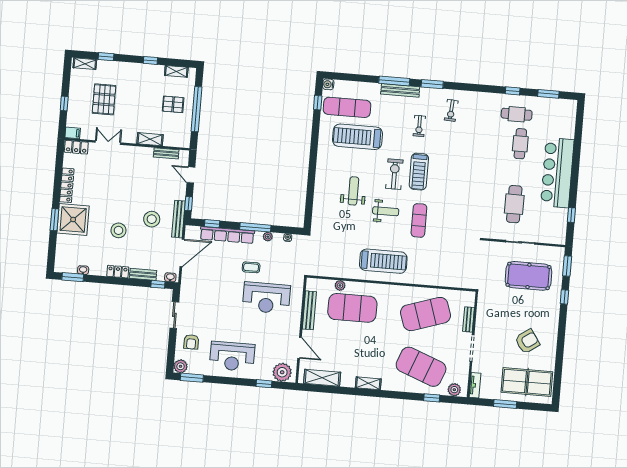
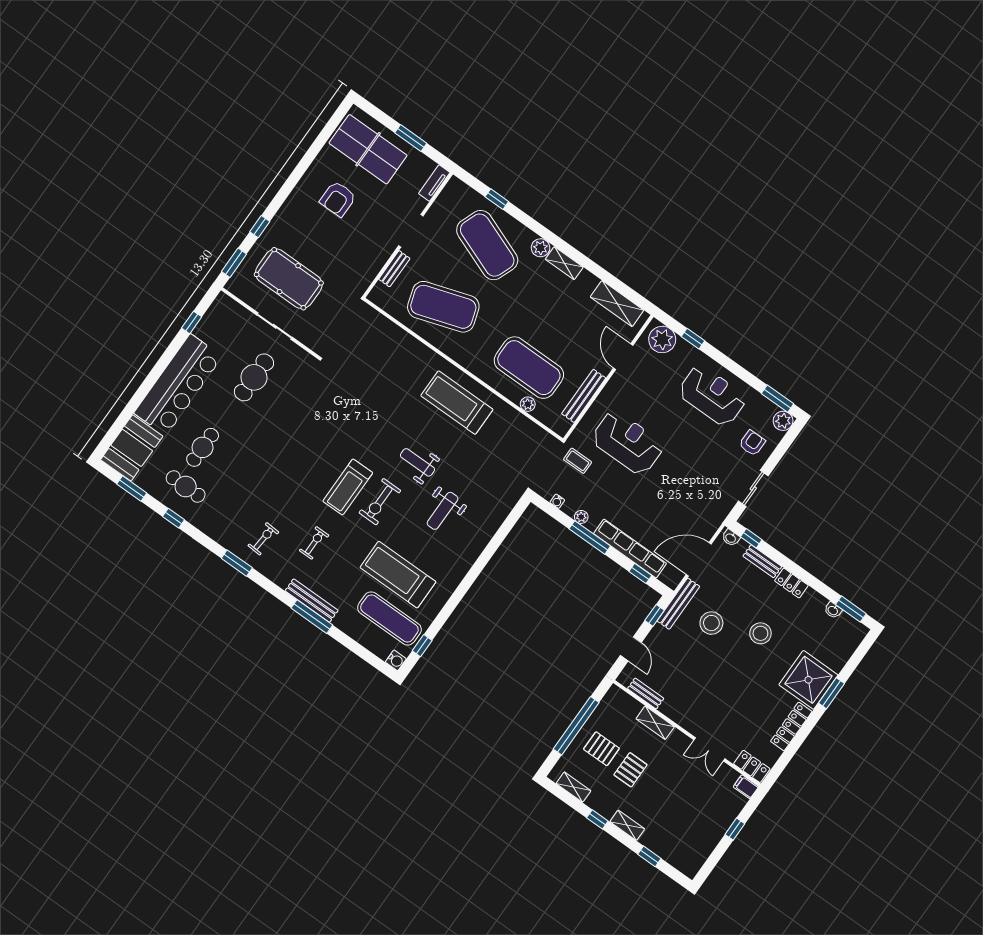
shelving: (85, 64) -> (627, 825), moved
window: (432, 84) -> (237, 563), moved
pallet: (104, 99) -> (630, 770), moved, width x0.67, depth x0.71
booth: (563, 118) -> (132, 448), added
treadmill: (357, 137) -> (398, 575), turned 180
treadmill: (419, 172) -> (348, 487), turned 180
exercise mat: (419, 220) -> (383, 427), removed
coffee table: (251, 267) -> (578, 461), moved
armchair: (527, 341) -> (338, 199), turned -55
plant: (454, 390) -> (541, 248), moved

